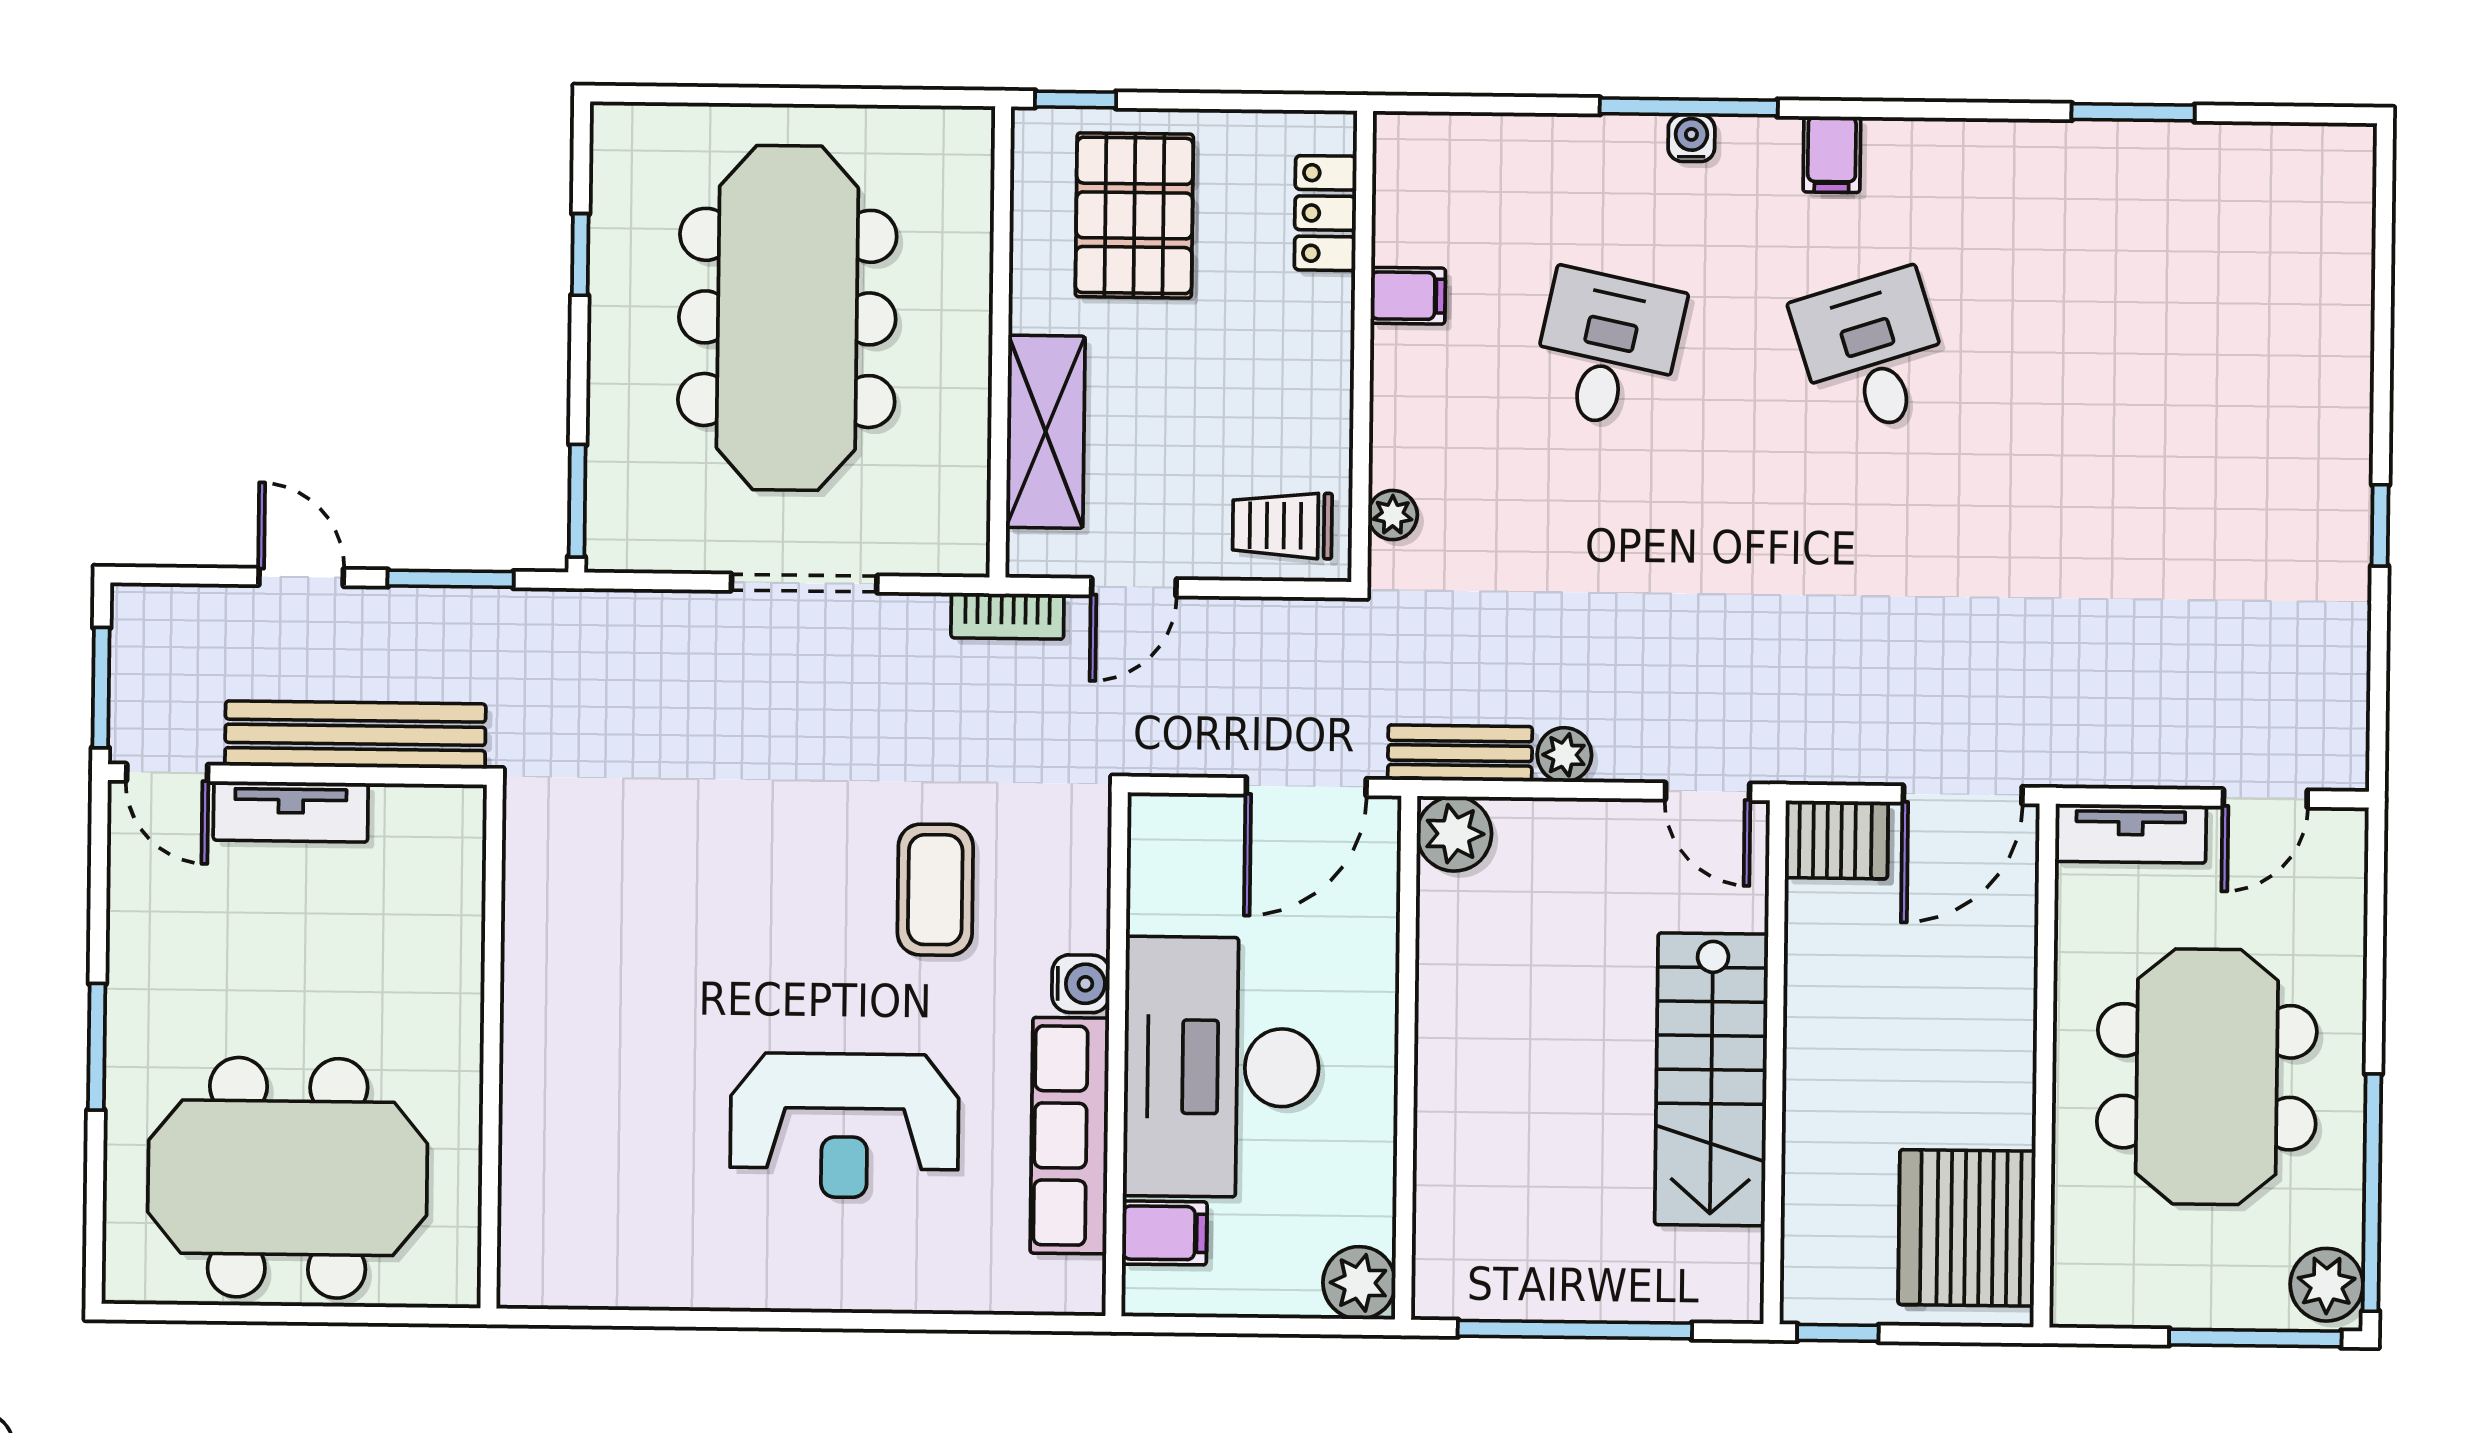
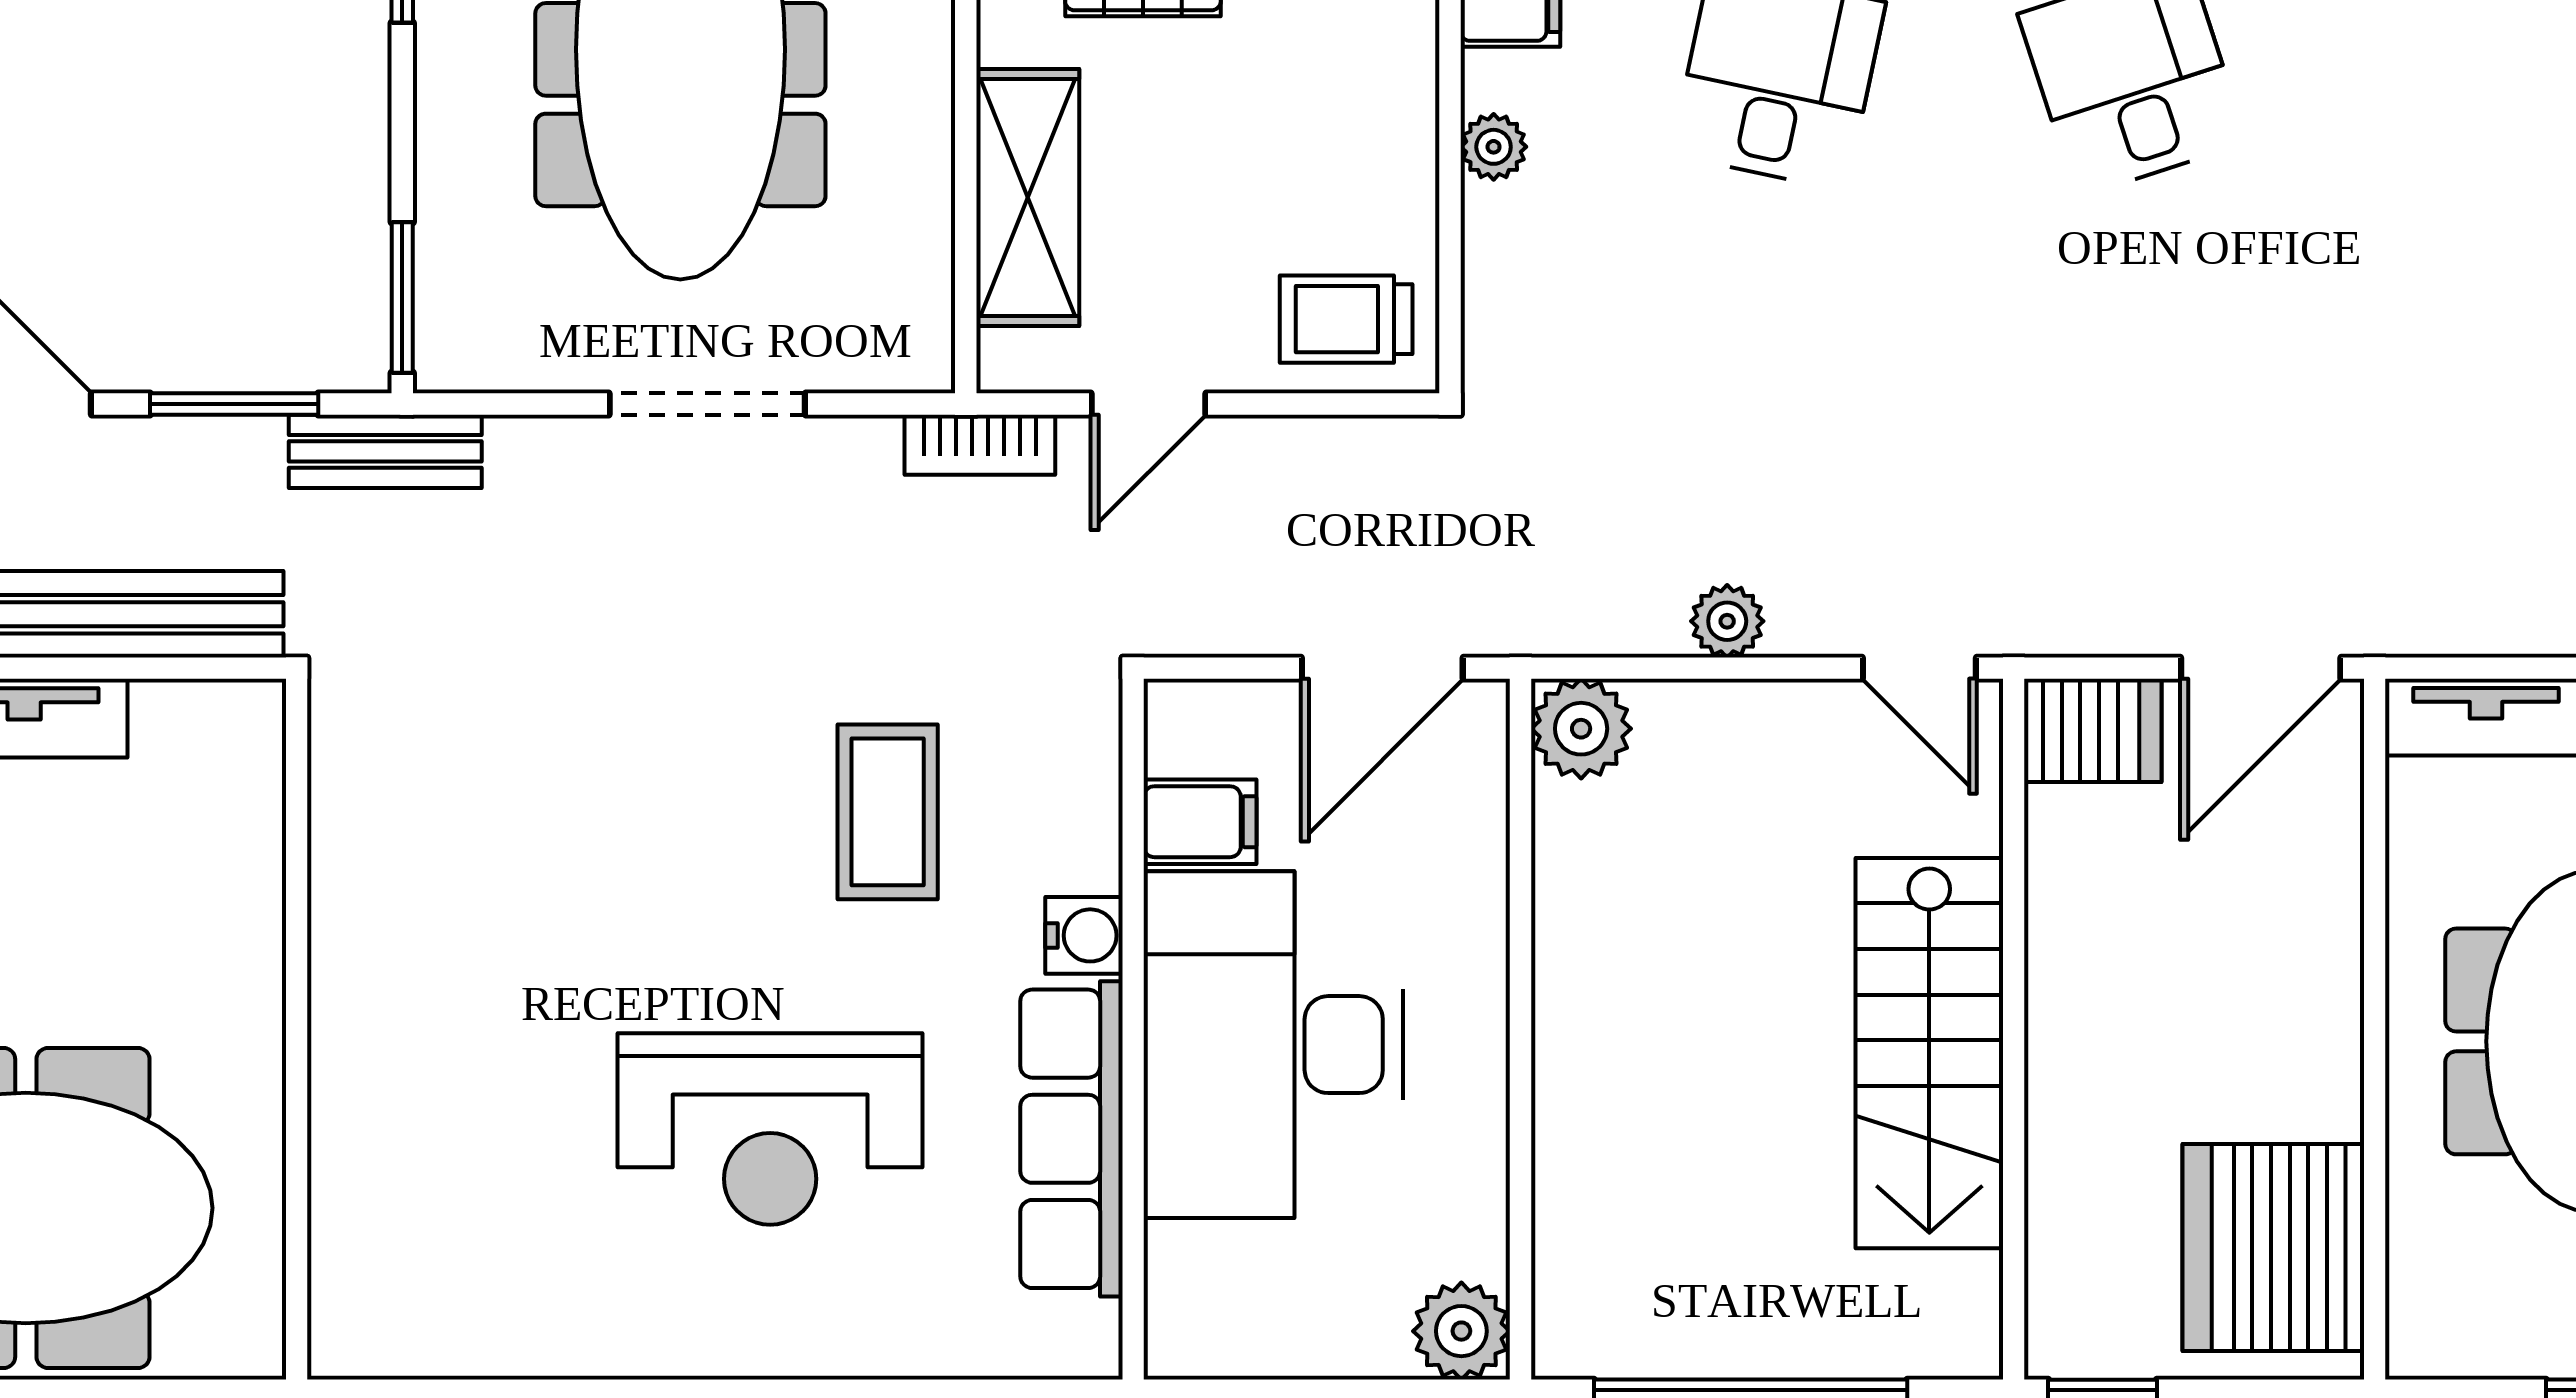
plant: (1393, 515) -> (1494, 147), moved
bench: (1460, 753) -> (385, 451), moved
filing cabinet: (1165, 1233) -> (1200, 822), moved

